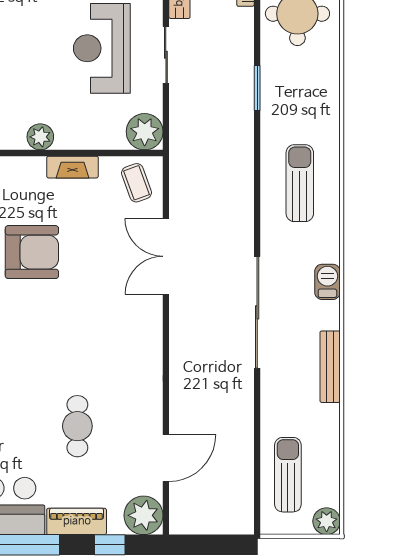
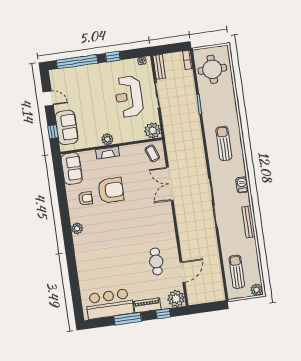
fireplace: (73, 167) -> (108, 153), moved
cafe table: (77, 426) -> (156, 261), moved

